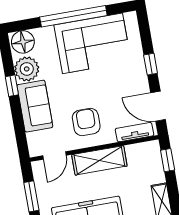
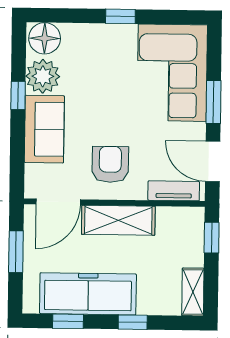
window: (73, 16) -> (120, 16), width x0.32
corner sofa: (92, 43) -> (172, 73), moved, turned 90
window: (151, 64) -> (213, 102), width x1.50
door: (54, 155) -> (58, 202), width x1.38

